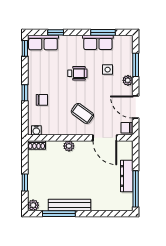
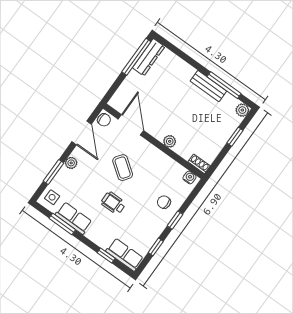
window: (25, 48) -> (156, 247), moved
side table: (108, 70) -> (52, 197), moved
coffee table: (82, 113) -> (123, 168), moved
dresser: (127, 176) -> (149, 57), moved
bench: (70, 205) -> (208, 86), width x0.73

